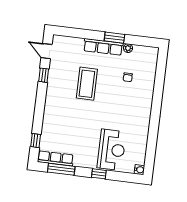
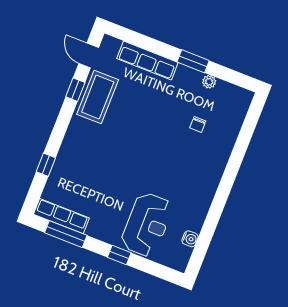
row of seats: (103, 47) -> (147, 60), moved
coffee table: (87, 84) -> (98, 97), moved
window: (36, 141) -> (46, 165), moved
water cooler: (139, 170) -> (190, 239), moved

